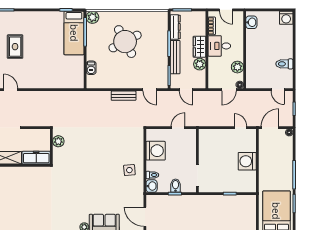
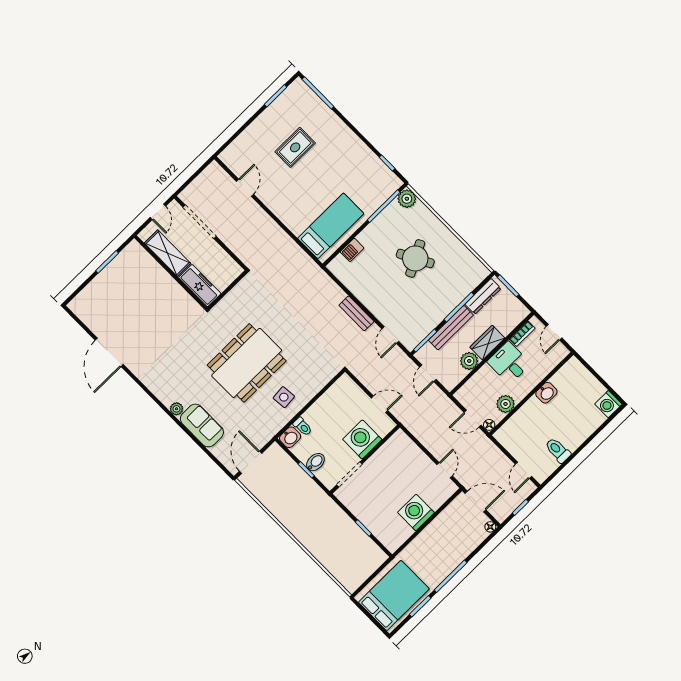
washbasin: (251, 22) -> (546, 393), moved
bed: (74, 33) -> (331, 226), moved, turned 180
round table: (125, 42) -> (415, 258), width x0.73, depth x0.73
plant: (58, 141) -> (240, 292), removed
washing machine: (156, 151) -> (362, 439), moved, turned 180
dining table: (95, 172) -> (247, 363), added

